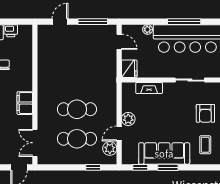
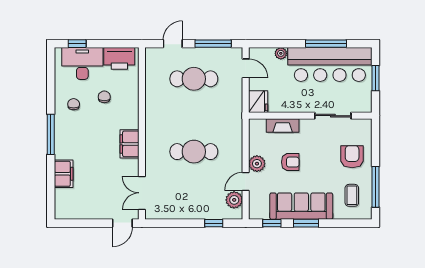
printer: (11, 31) -> (119, 58), width x1.87, depth x1.48
armchair: (205, 113) -> (352, 157), turned 180
armchair: (155, 118) -> (290, 162), added
cafe table: (77, 139) -> (194, 79), moved

